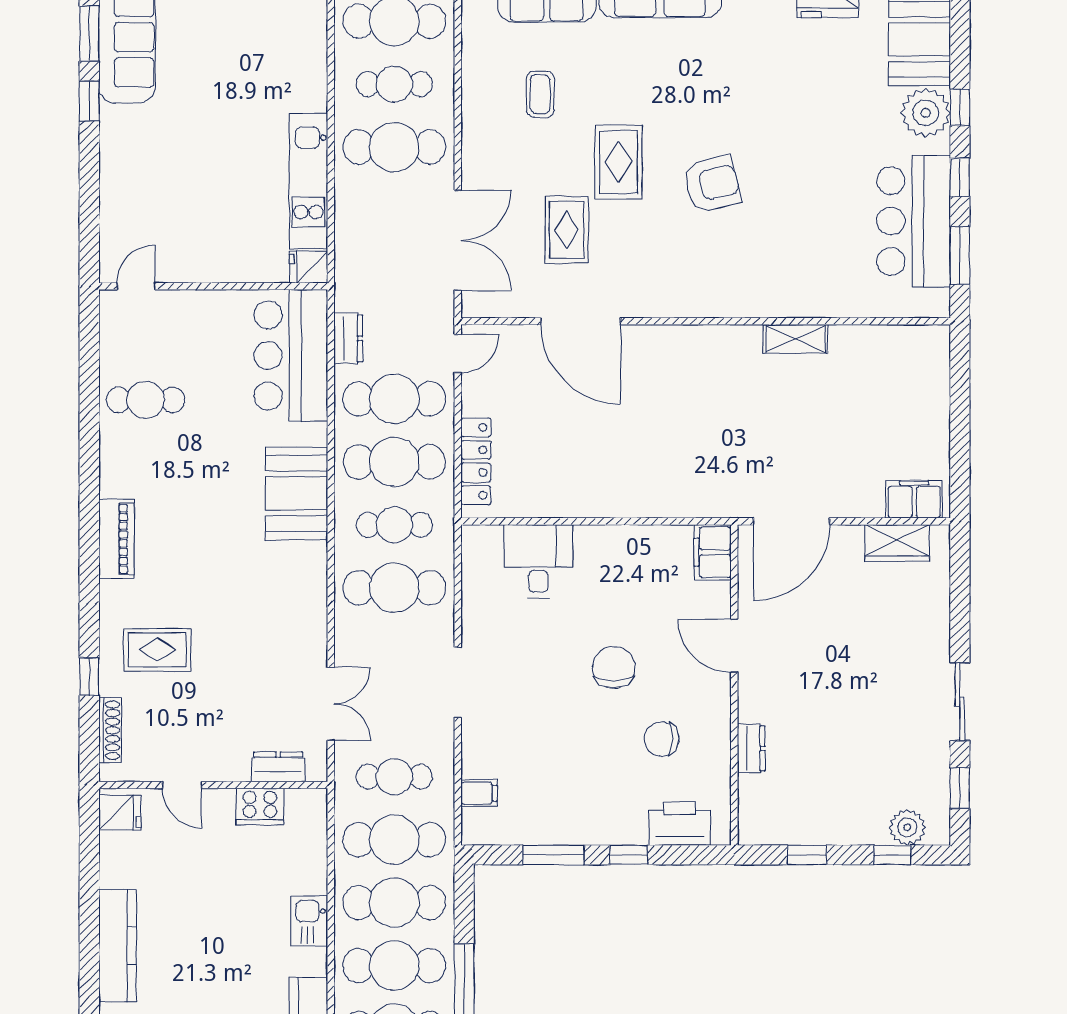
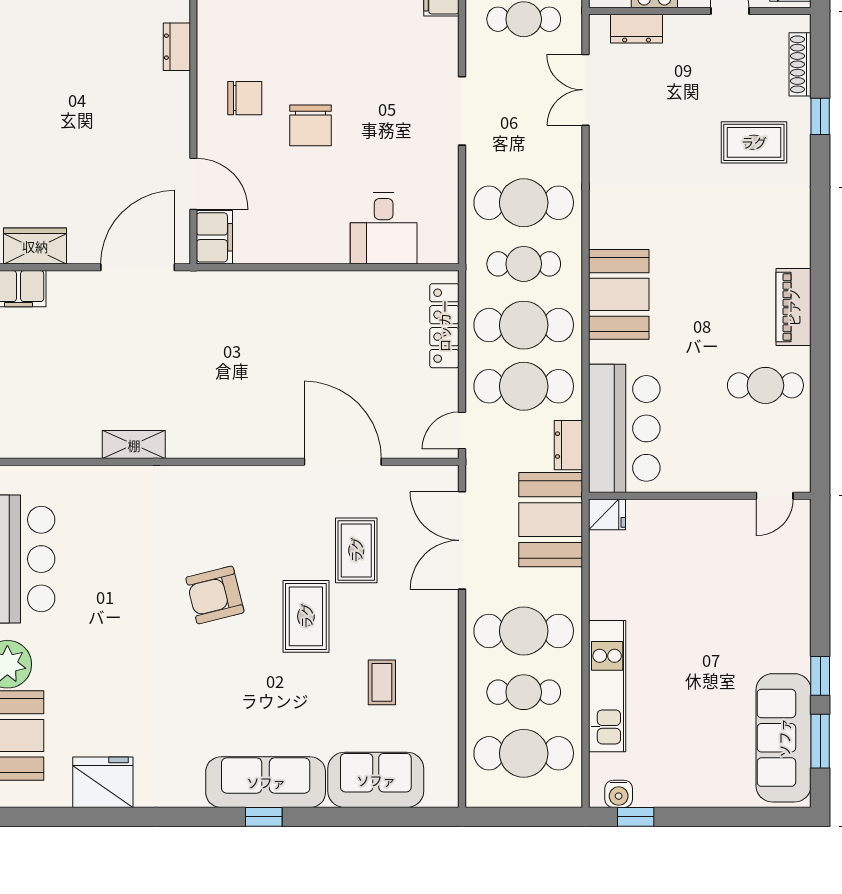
kitchen unit: (308, 181) -> (607, 686), moved
booth: (367, 262) -> (551, 520), added
piano: (117, 539) -> (794, 307), moved
door: (734, 646) -> (193, 184), moved
chair: (662, 739) -> (245, 98), moved

